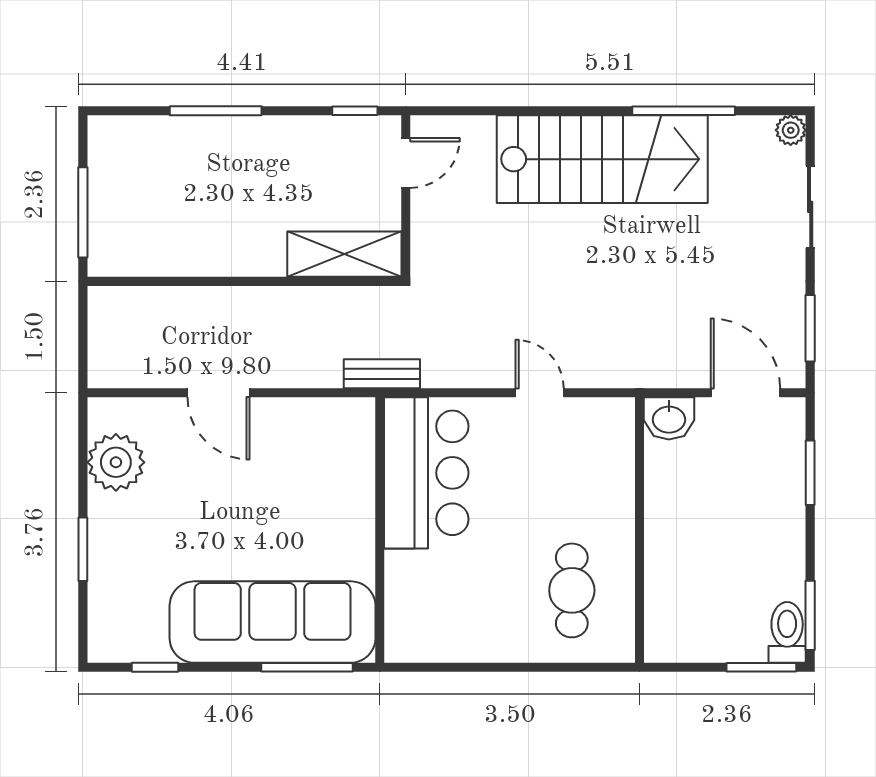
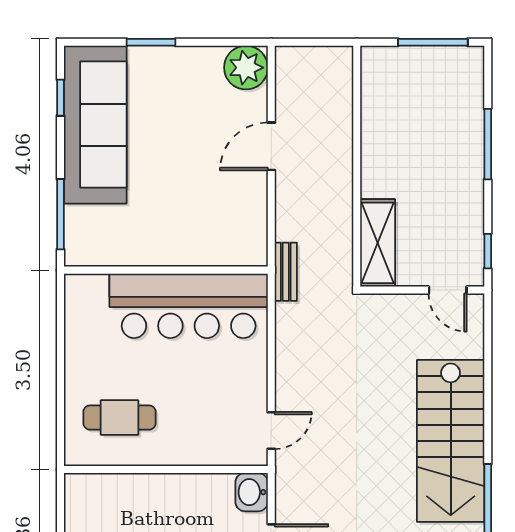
window: (83, 212) -> (433, 42), moved
door: (540, 393) -> (271, 430), moved
plant: (116, 462) -> (246, 68), moved
bar counter: (426, 473) -> (189, 306), width x1.36
sofa: (273, 622) -> (95, 125), moved

